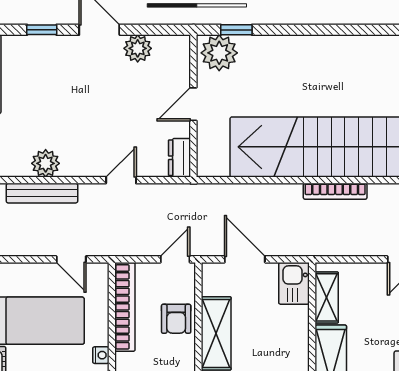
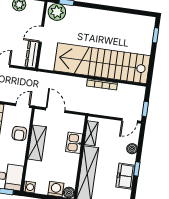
dresser: (180, 158) -> (32, 54), width x1.44
kitchen sink: (294, 283) -> (74, 143), moved

